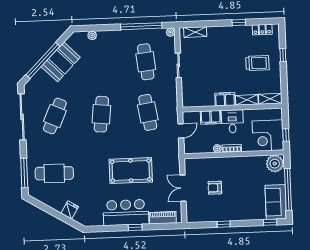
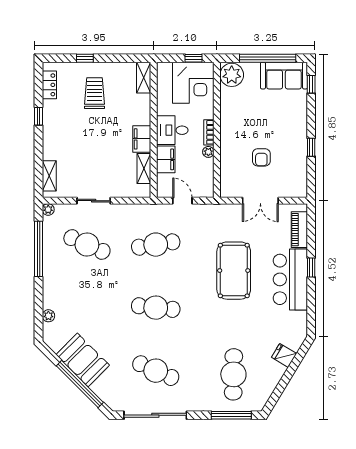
cafe table: (146, 62) -> (87, 245), turned 30
shelving: (247, 100) -> (144, 169), moved

